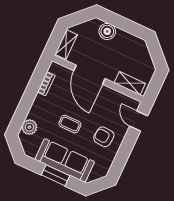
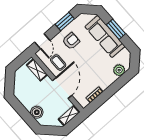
coffee table: (70, 124) -> (58, 63), moved
armchair: (104, 137) -> (71, 41), turned -95
window: (122, 157) -> (65, 22), added

